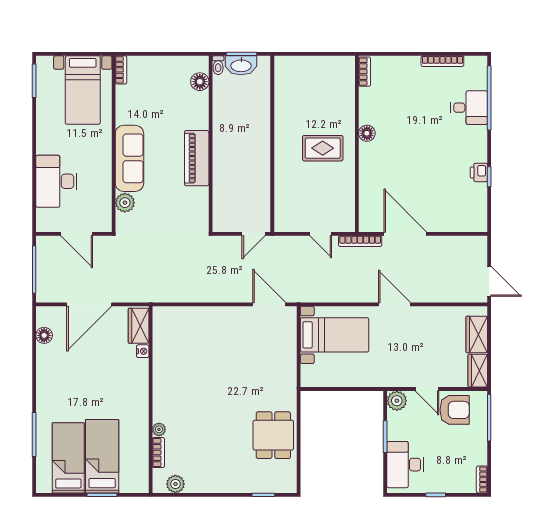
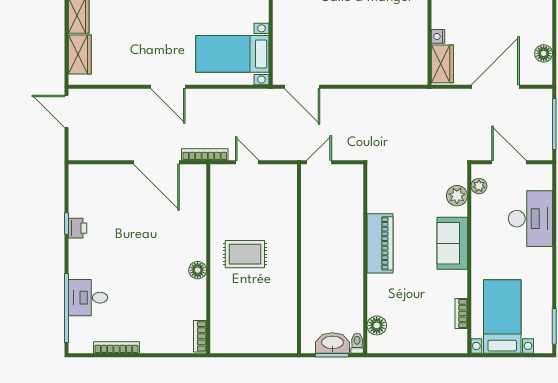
bookcase: (121, 70) -> (461, 313), moved
sofa: (129, 158) -> (452, 243), width x0.73
plant: (104, 212) -> (479, 186), added

